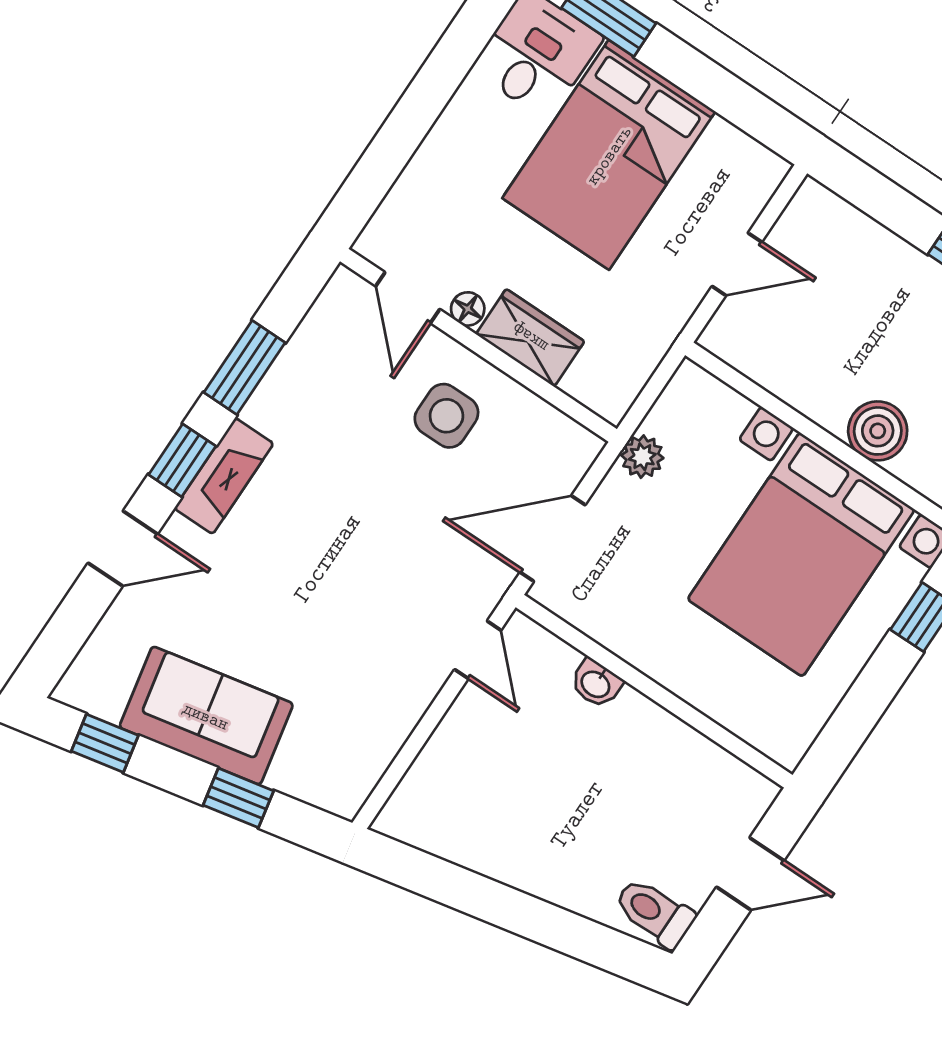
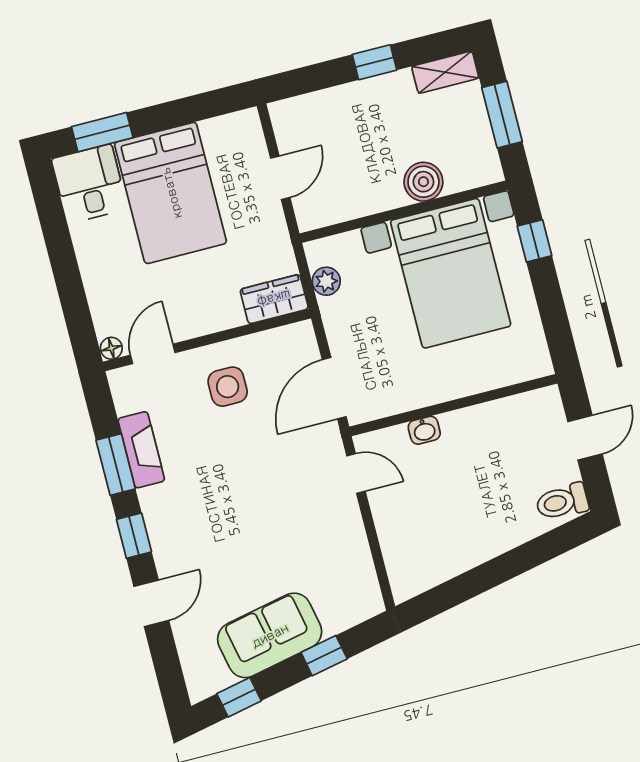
door: (408, 298) -> (153, 354), swing flipped
floor lamp: (468, 309) -> (111, 348), moved
wardrobe: (530, 338) -> (274, 299), moved
plant: (642, 457) -> (326, 281), moved
fireplace: (224, 476) -> (141, 450), moved

